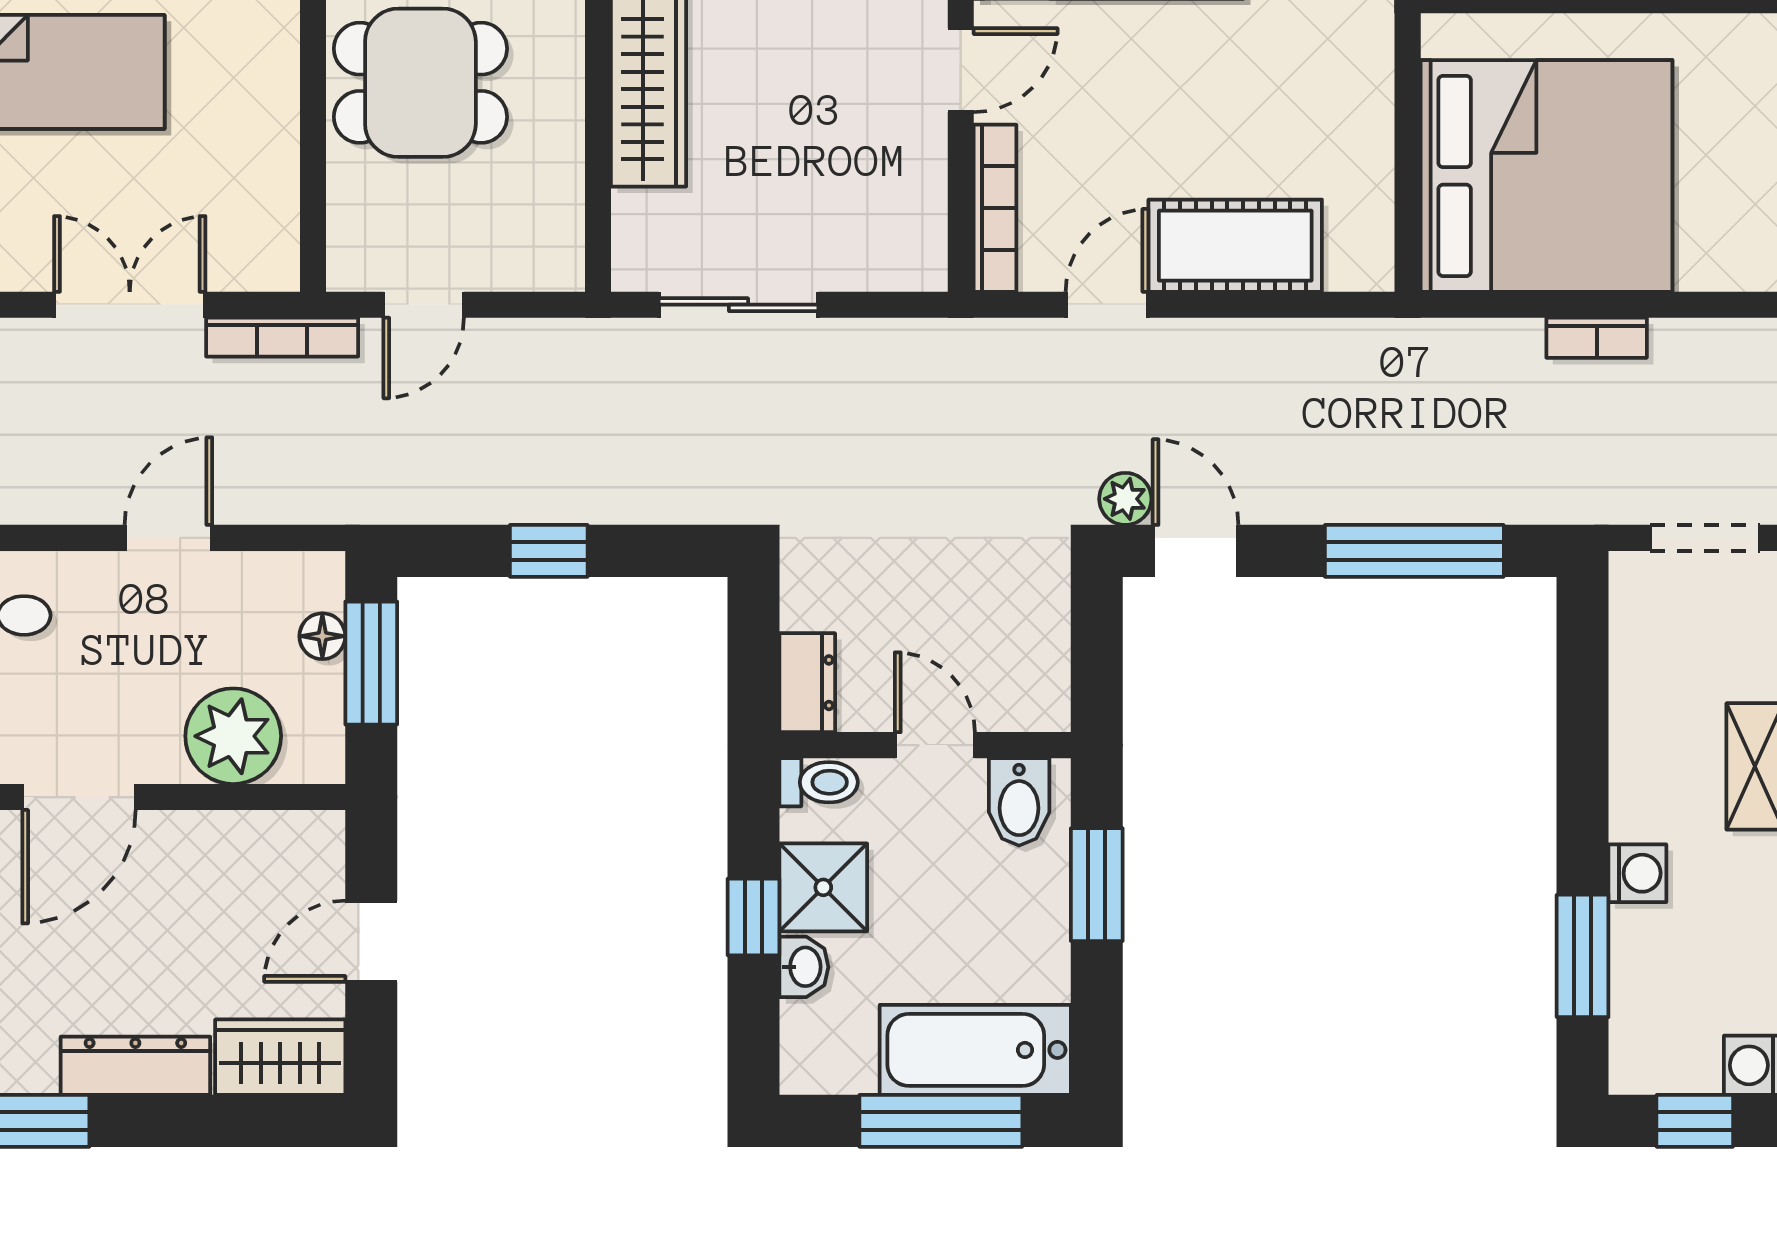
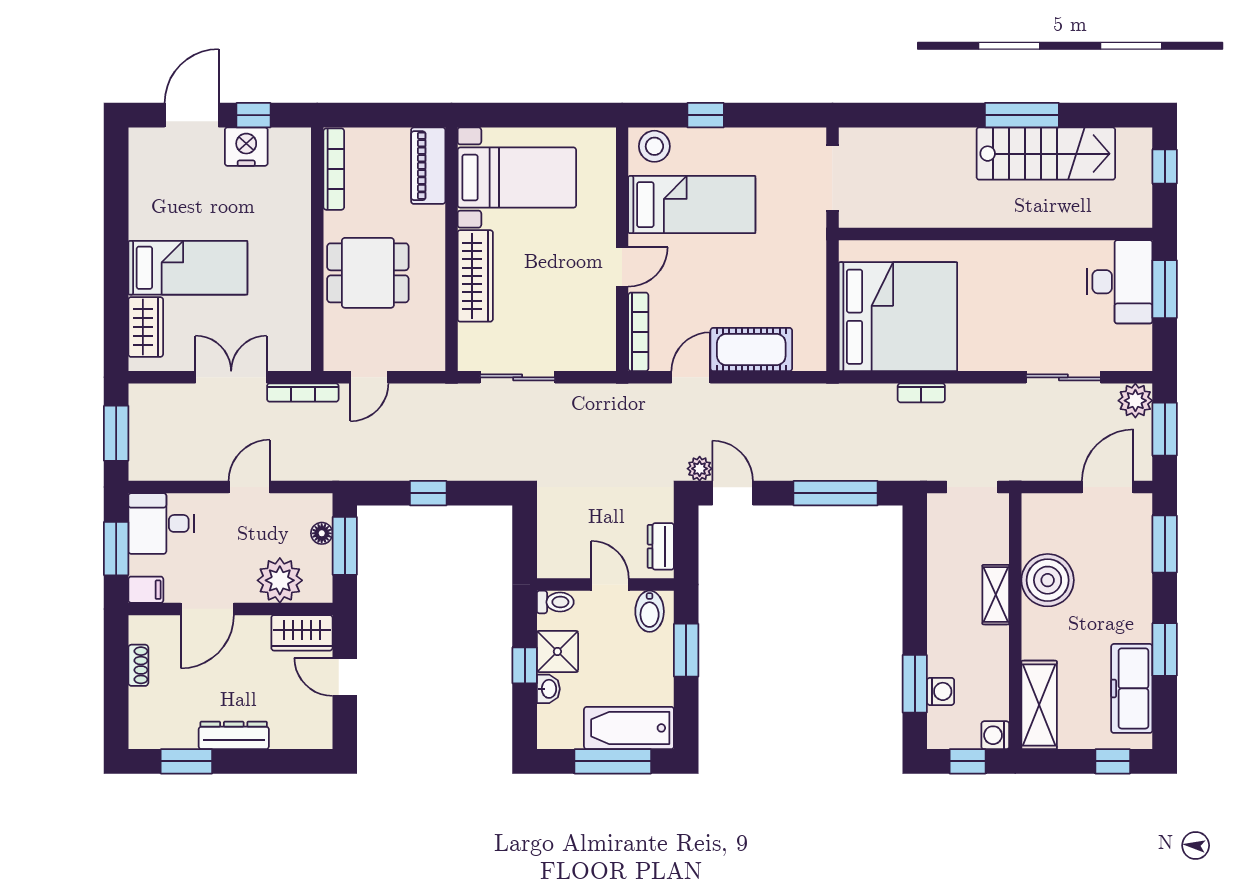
dresser: (807, 683) -> (661, 546), moved, turned 180
washing machine: (1637, 873) -> (941, 691), moved
door: (371, 941) -> (345, 677), hinge flipped
wardrobe: (280, 1057) -> (302, 633), moved, turned 180

